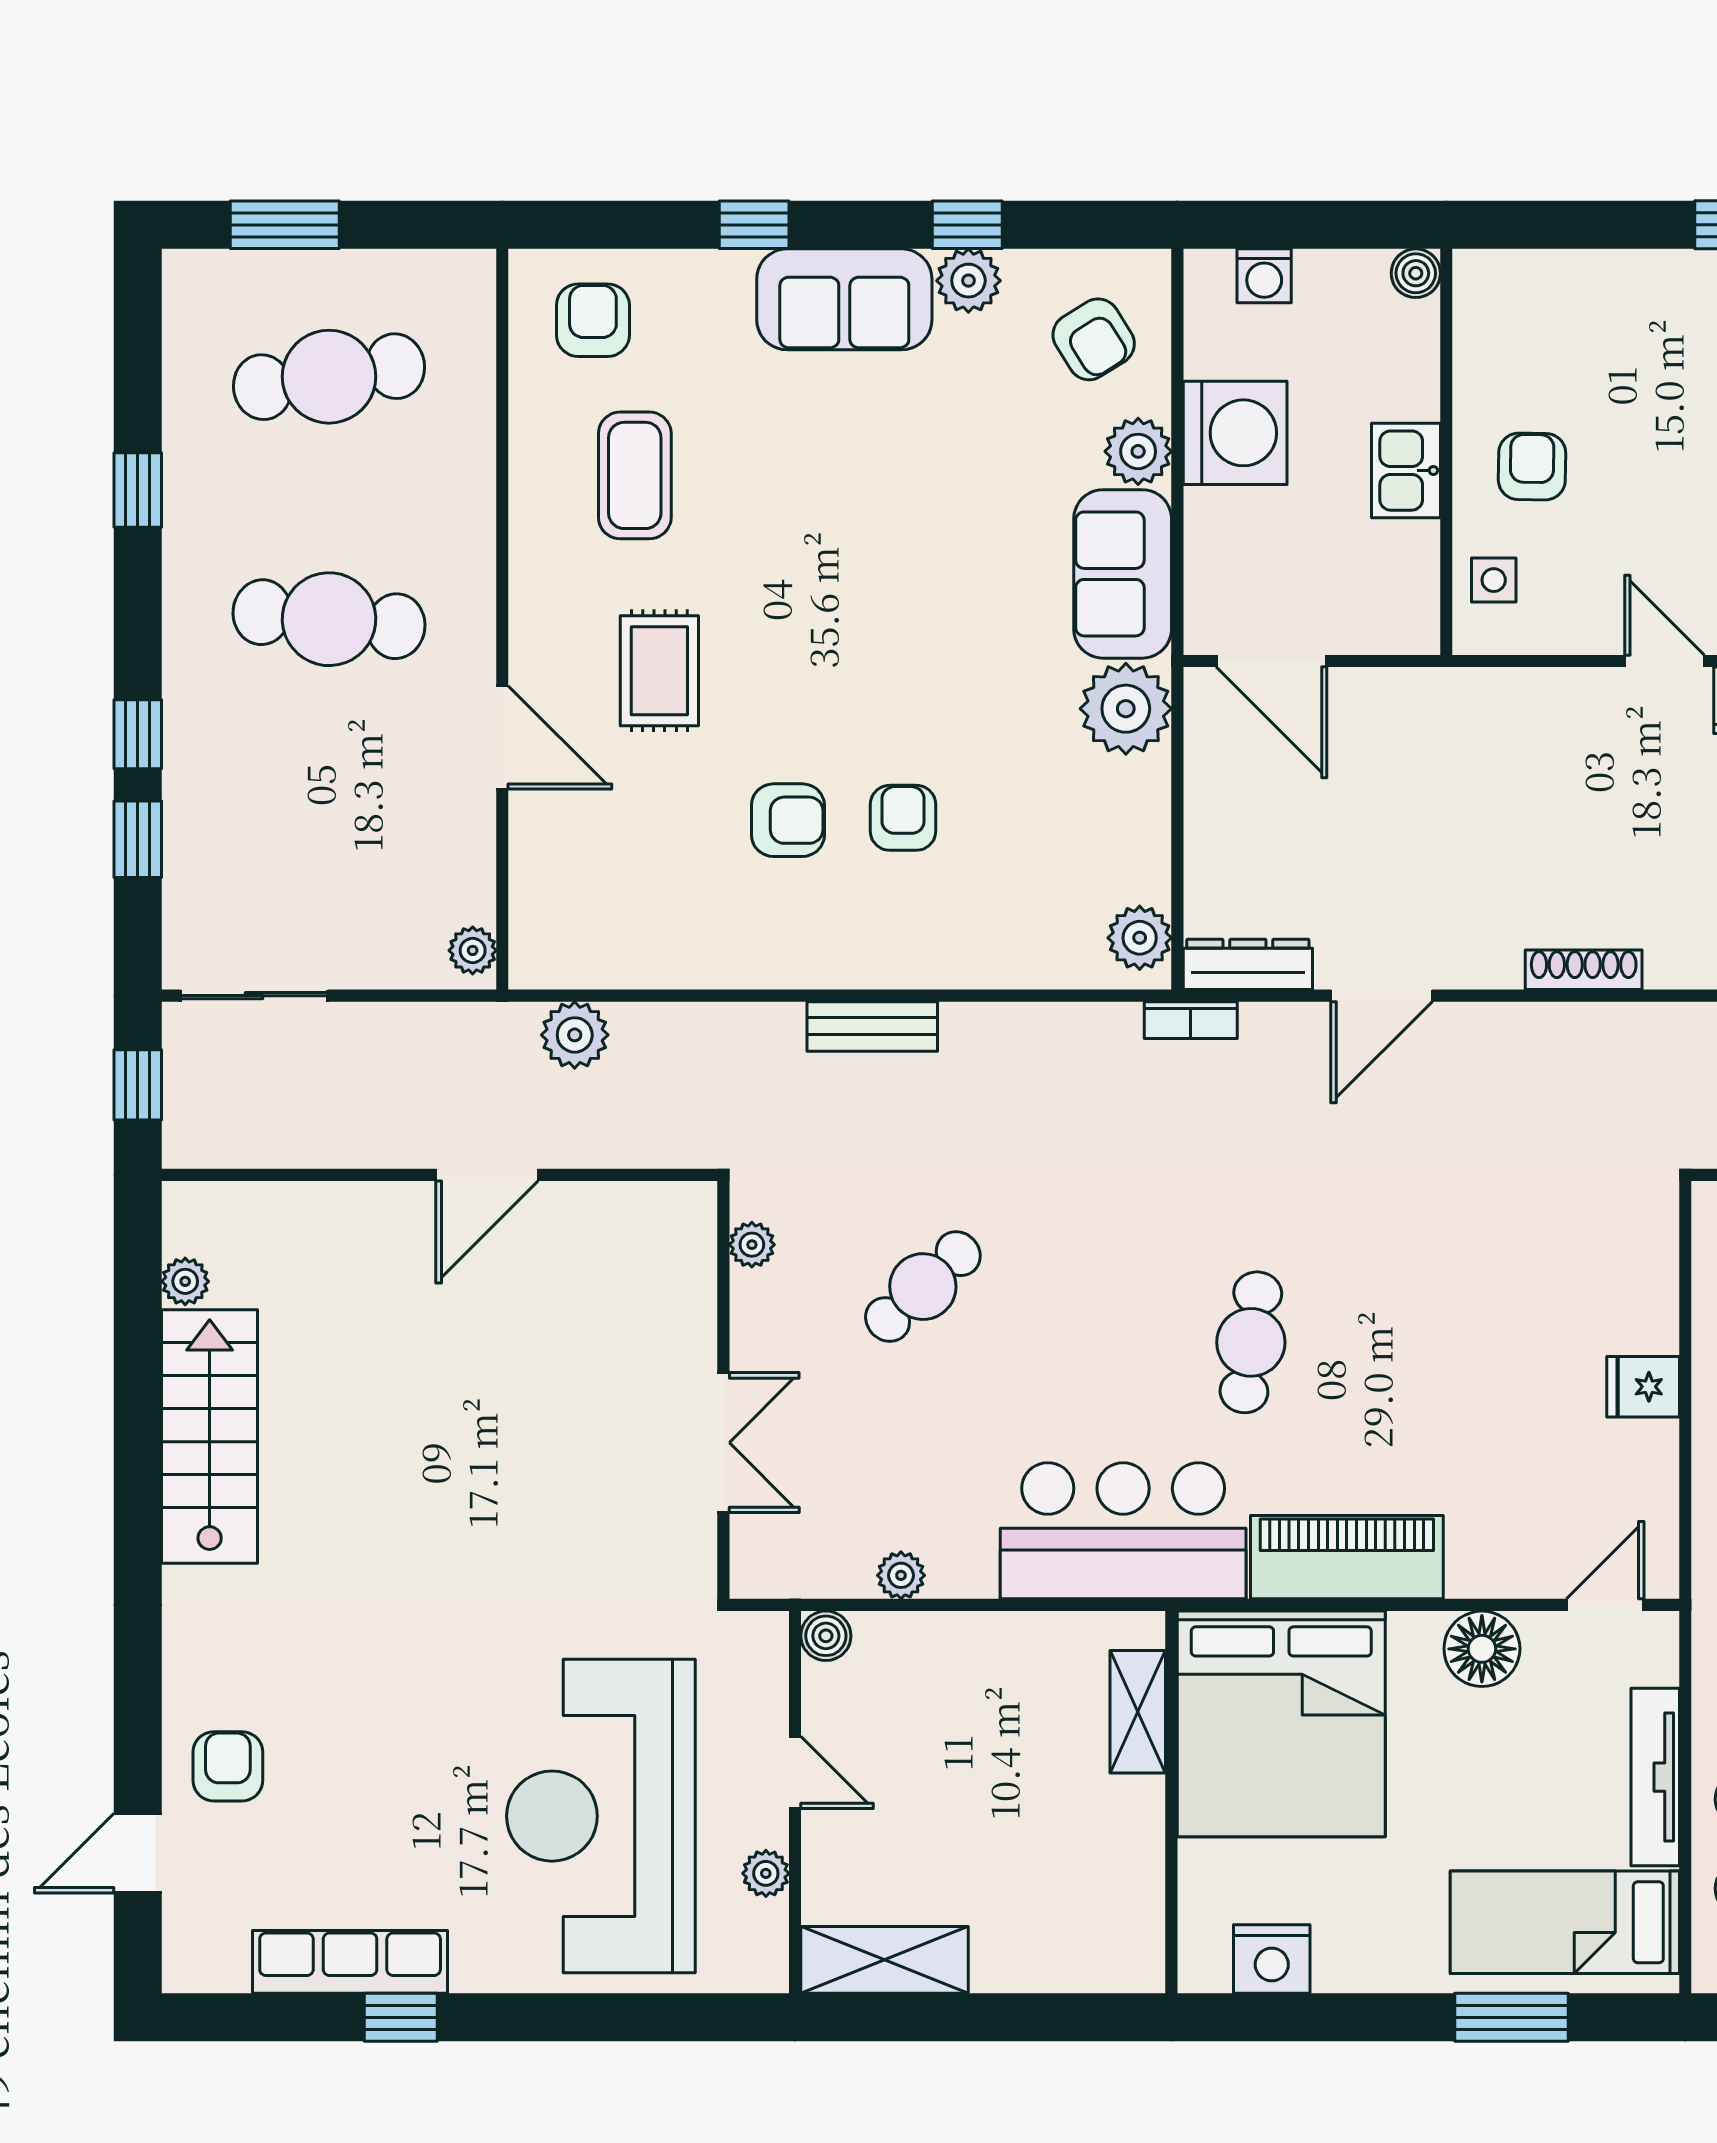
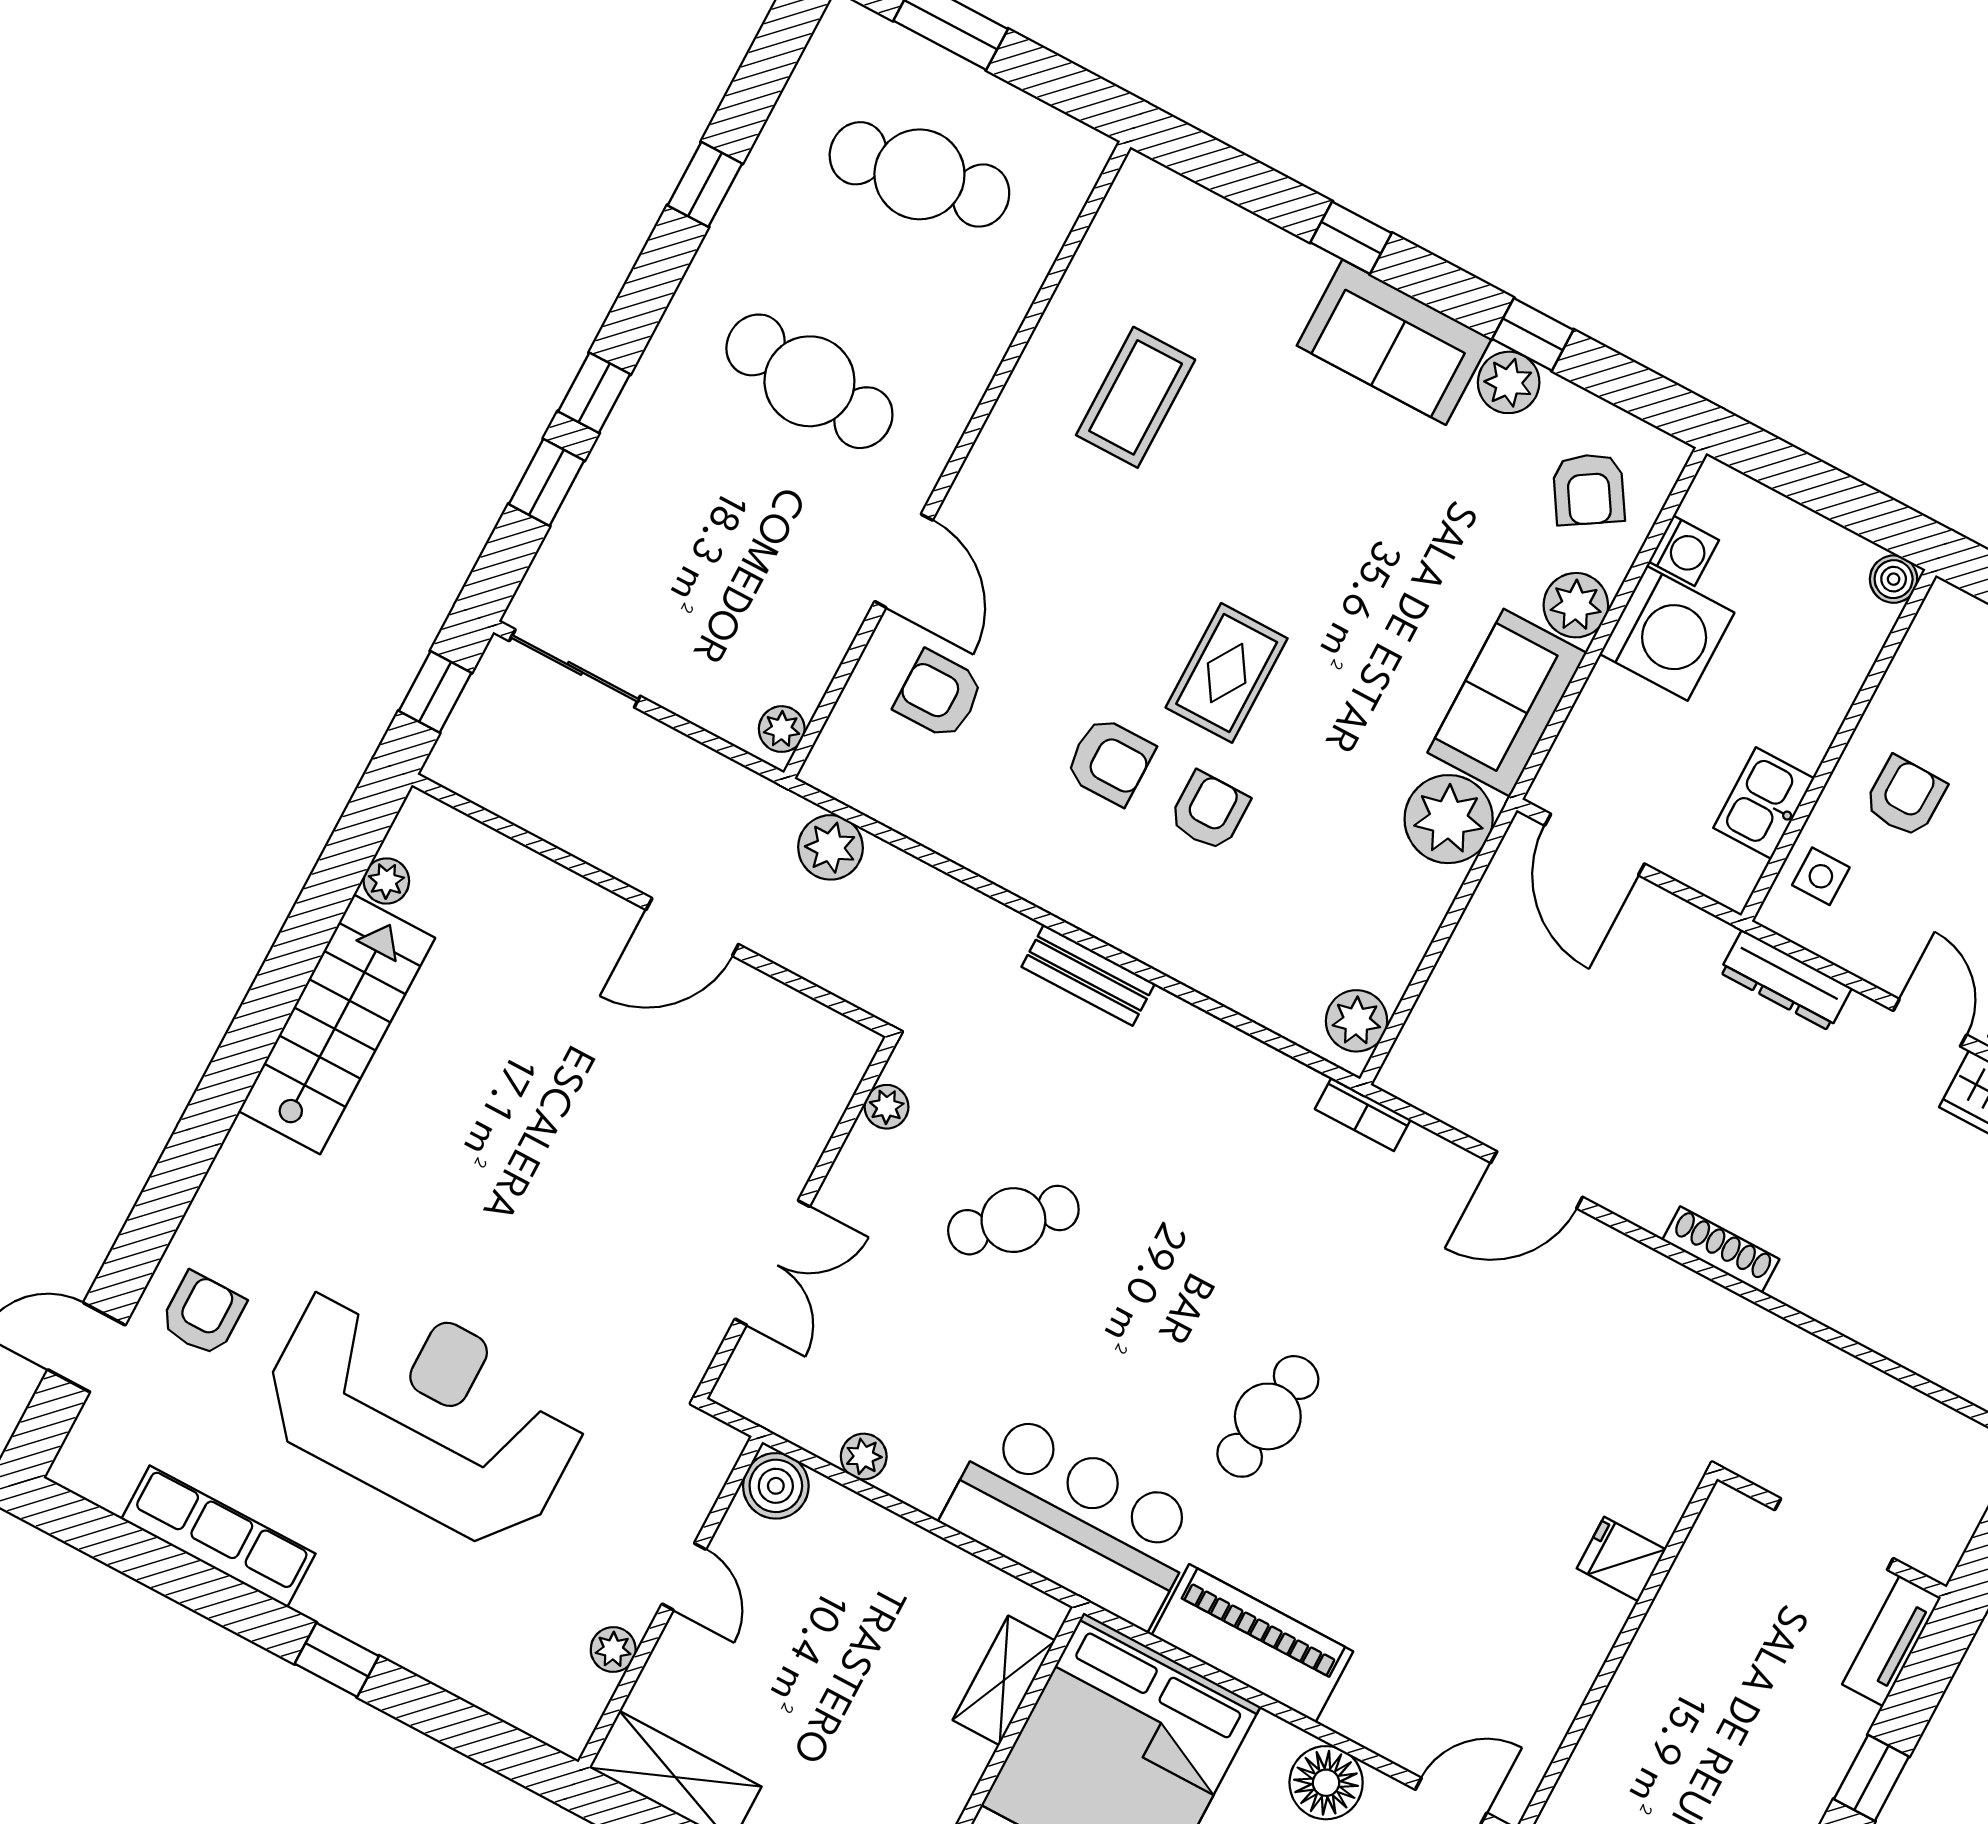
washing machine: (1264, 276) -> (1684, 551), moved, turned -90
armchair: (593, 320) -> (939, 695), moved, turned -90
kitchen sink: (1406, 471) -> (1764, 803), moved
rug: (659, 671) -> (1227, 673), moved
dresser: (1248, 964) -> (1786, 980), moved, turned 180
fridge: (1643, 1387) -> (1621, 1559), moved
boiler: (826, 1636) -> (776, 1486), width x1.36, depth x1.36
reception desk: (601, 1816) -> (424, 1411), moved, turned 90
window: (401, 2017) -> (337, 1660), moved

